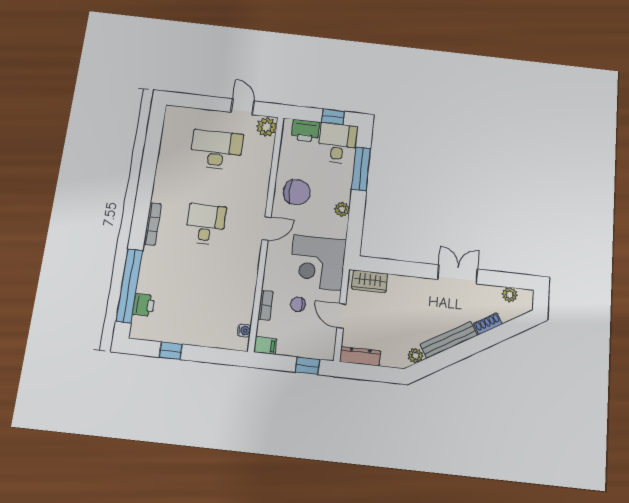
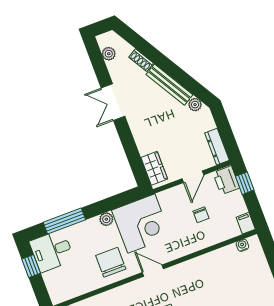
printer: (305, 131) -> (226, 180), moved, turned 180
corner desk: (318, 262) -> (141, 224), moved
bookcase: (265, 305) -> (215, 239), removed

